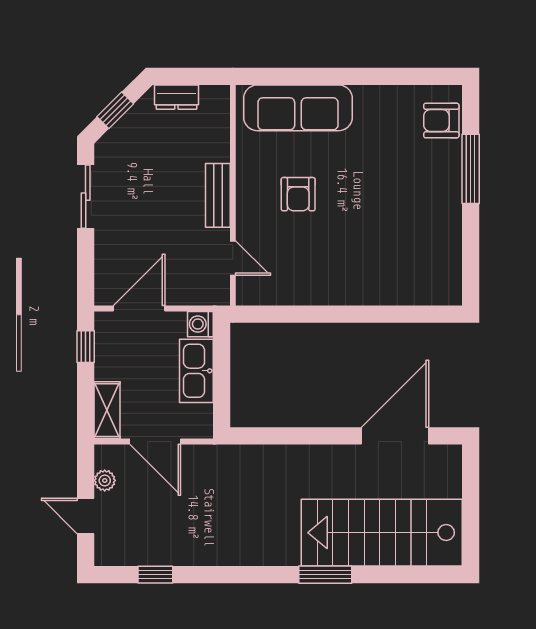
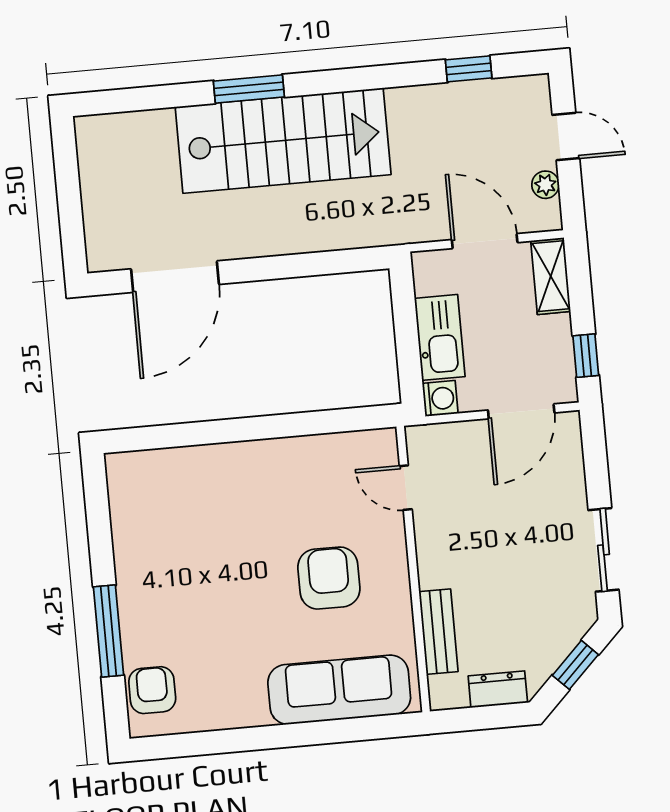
armchair: (441, 121) -> (152, 690), turned -90
armchair: (298, 194) -> (329, 578), width x1.38, depth x1.38
bench: (218, 195) -> (438, 632), moved
stairs: (382, 533) -> (283, 141), moved

